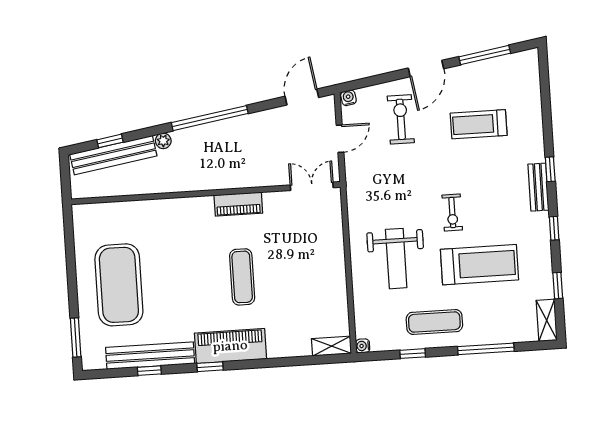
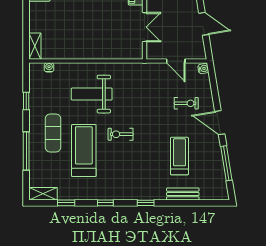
door: (302, 97) -> (204, 24), moved
exercise bike: (401, 119) -> (186, 103), width x0.73, depth x0.72
double door: (312, 186) -> (145, 27), moved
bench: (538, 187) -> (183, 194), moved
treadmill: (480, 265) -> (84, 151), turned 180
exercise mat: (434, 322) -> (53, 133), moved
water cooler: (363, 346) -> (49, 67), moved

